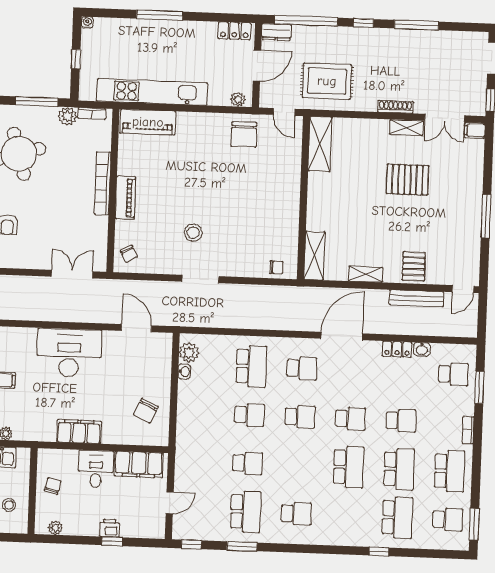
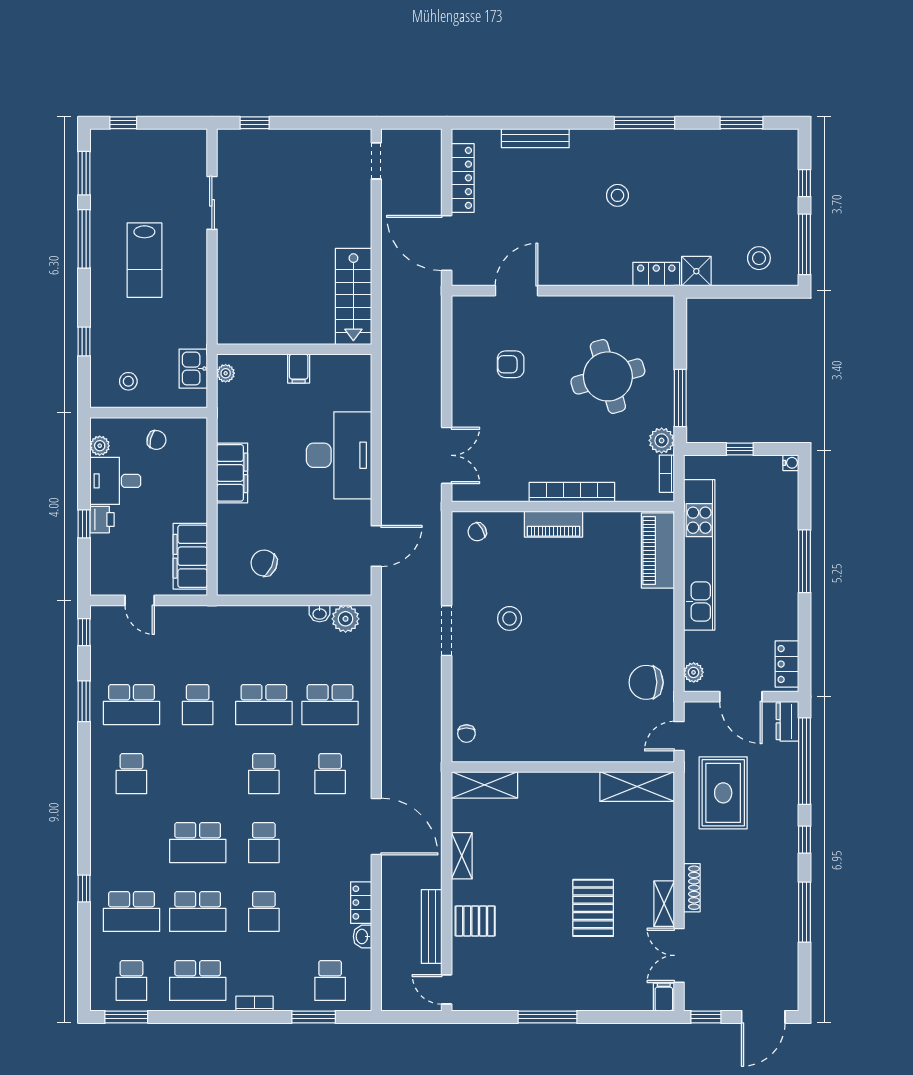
school desk: (249, 415) -> (264, 705), width x1.85
desk: (96, 469) -> (115, 481), moved, turned 180

